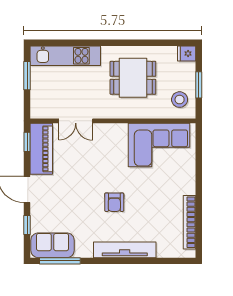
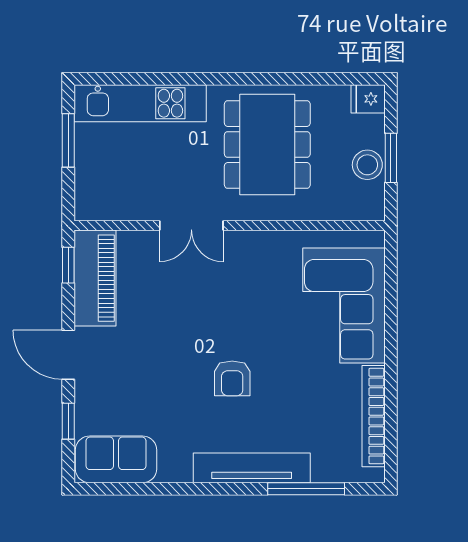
dining table: (133, 78) -> (267, 145), width x1.38
stool: (180, 100) -> (367, 165), moved
double door: (76, 121) -> (191, 226), moved
corner sofa: (159, 145) -> (344, 305), moved, turned 90
window: (60, 261) -> (306, 489), moved

